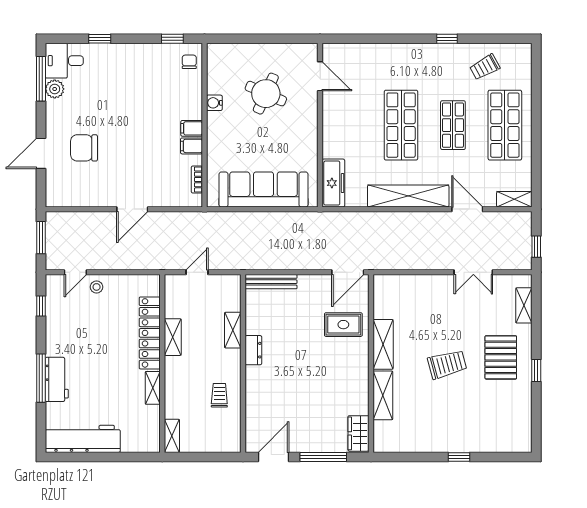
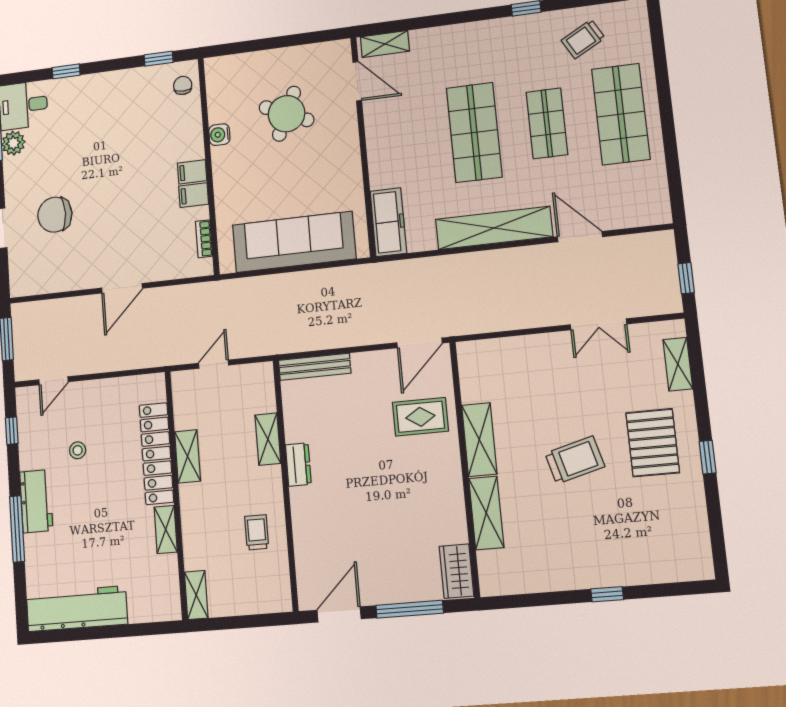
shelving: (514, 199) -> (385, 44), moved
stool: (97, 287) -> (78, 450), moved
workbench: (57, 379) -> (36, 501), moved

